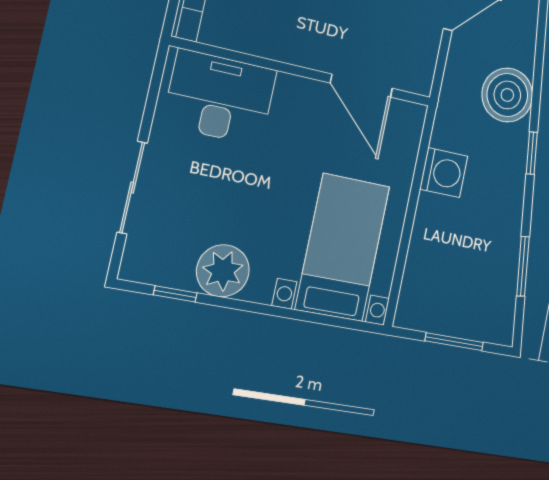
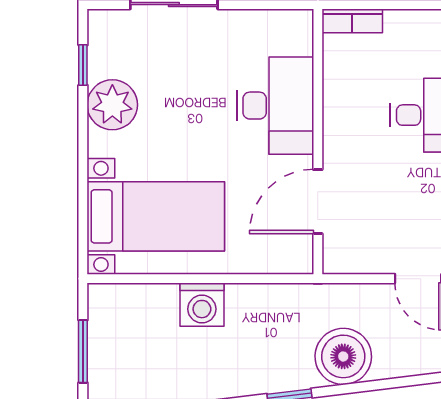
desk: (220, 97) -> (275, 106), moved
washing machine: (444, 173) -> (202, 305), moved

